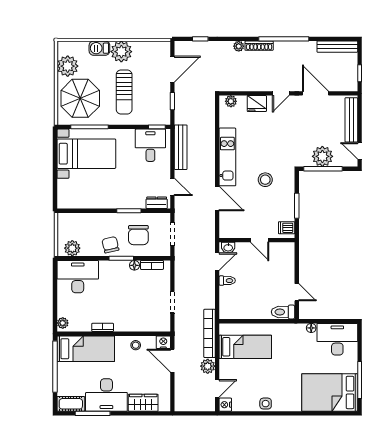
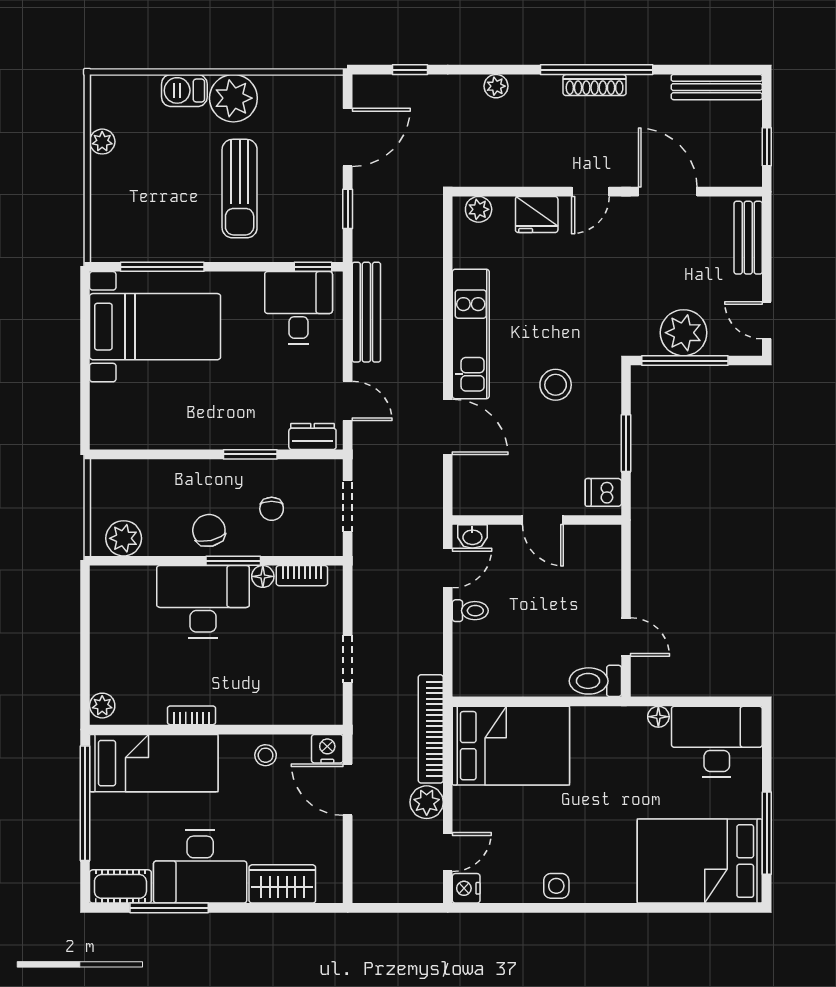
shoe rack: (259, 46) -> (595, 85), moved
plant: (68, 66) -> (102, 142), width x0.53, depth x0.53
parasol: (80, 98) -> (141, 203), removed
bench: (351, 120) -> (748, 238), width x0.73
chair: (138, 235) -> (272, 509), width x0.54, depth x0.54
desk: (78, 277) -> (203, 602), moved
bed: (245, 347) -> (511, 746), width x1.50

